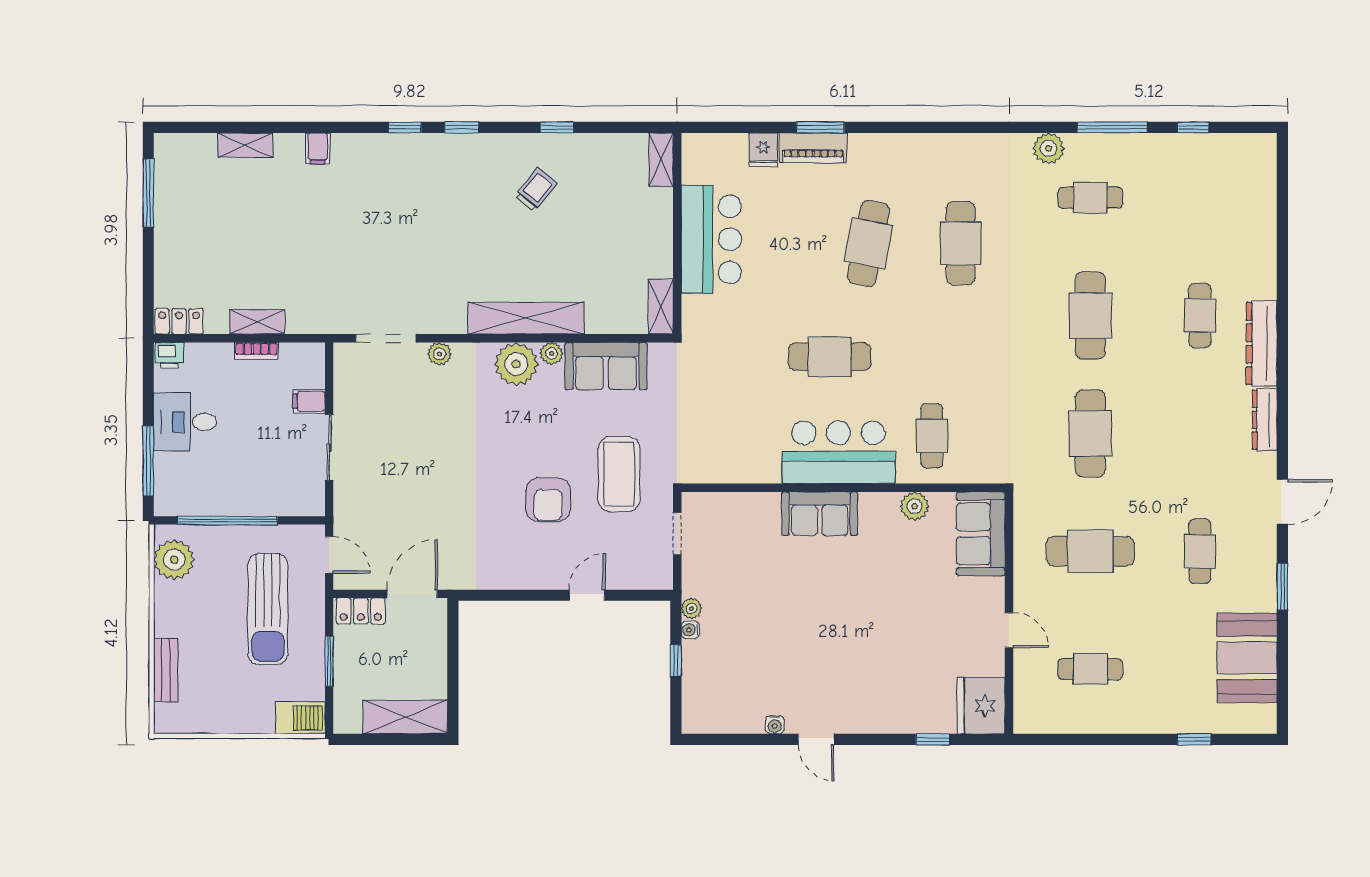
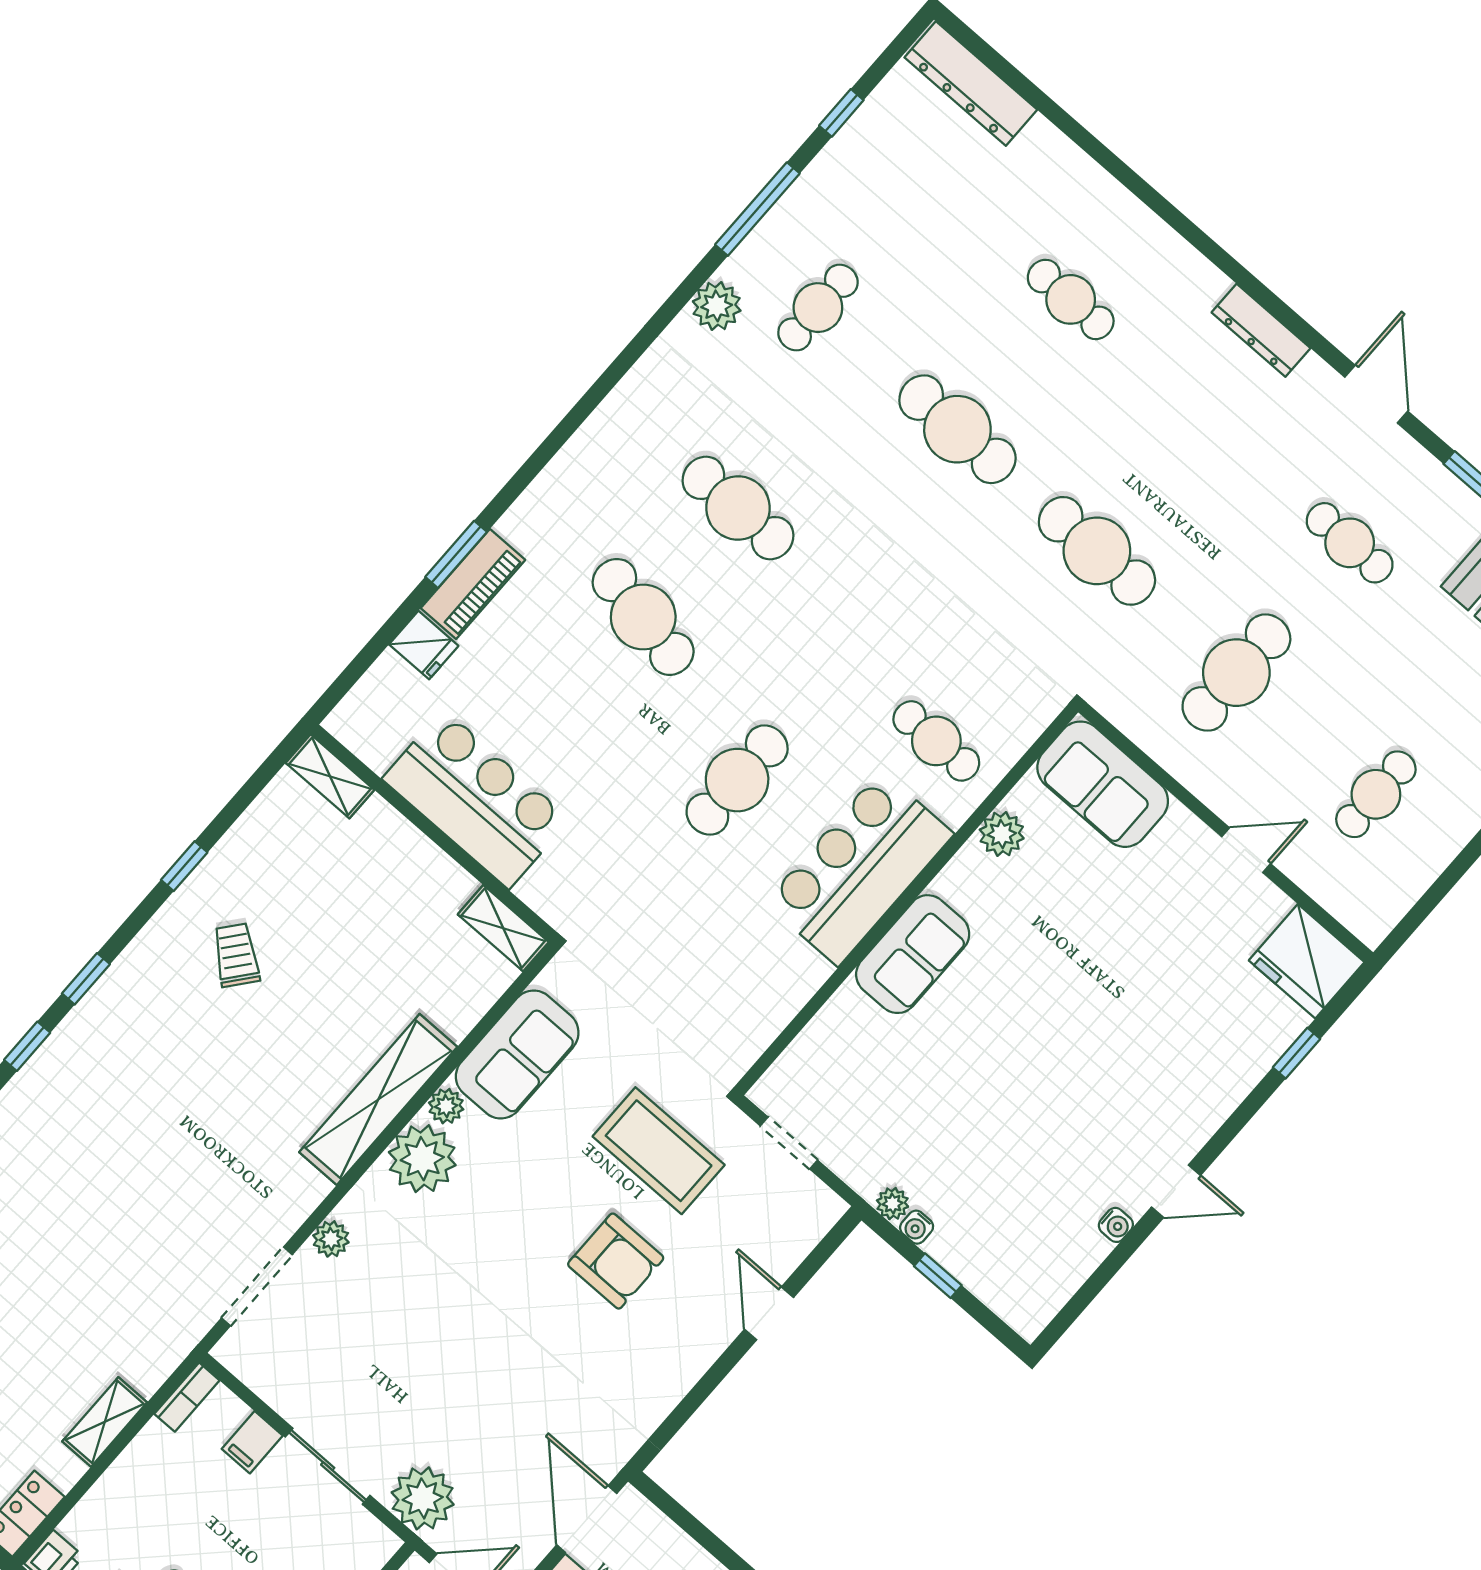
dresser: (1262, 343) -> (971, 84), moved
bookcase: (257, 351) -> (187, 1397), moved
plant: (353, 506) -> (423, 1498), added

